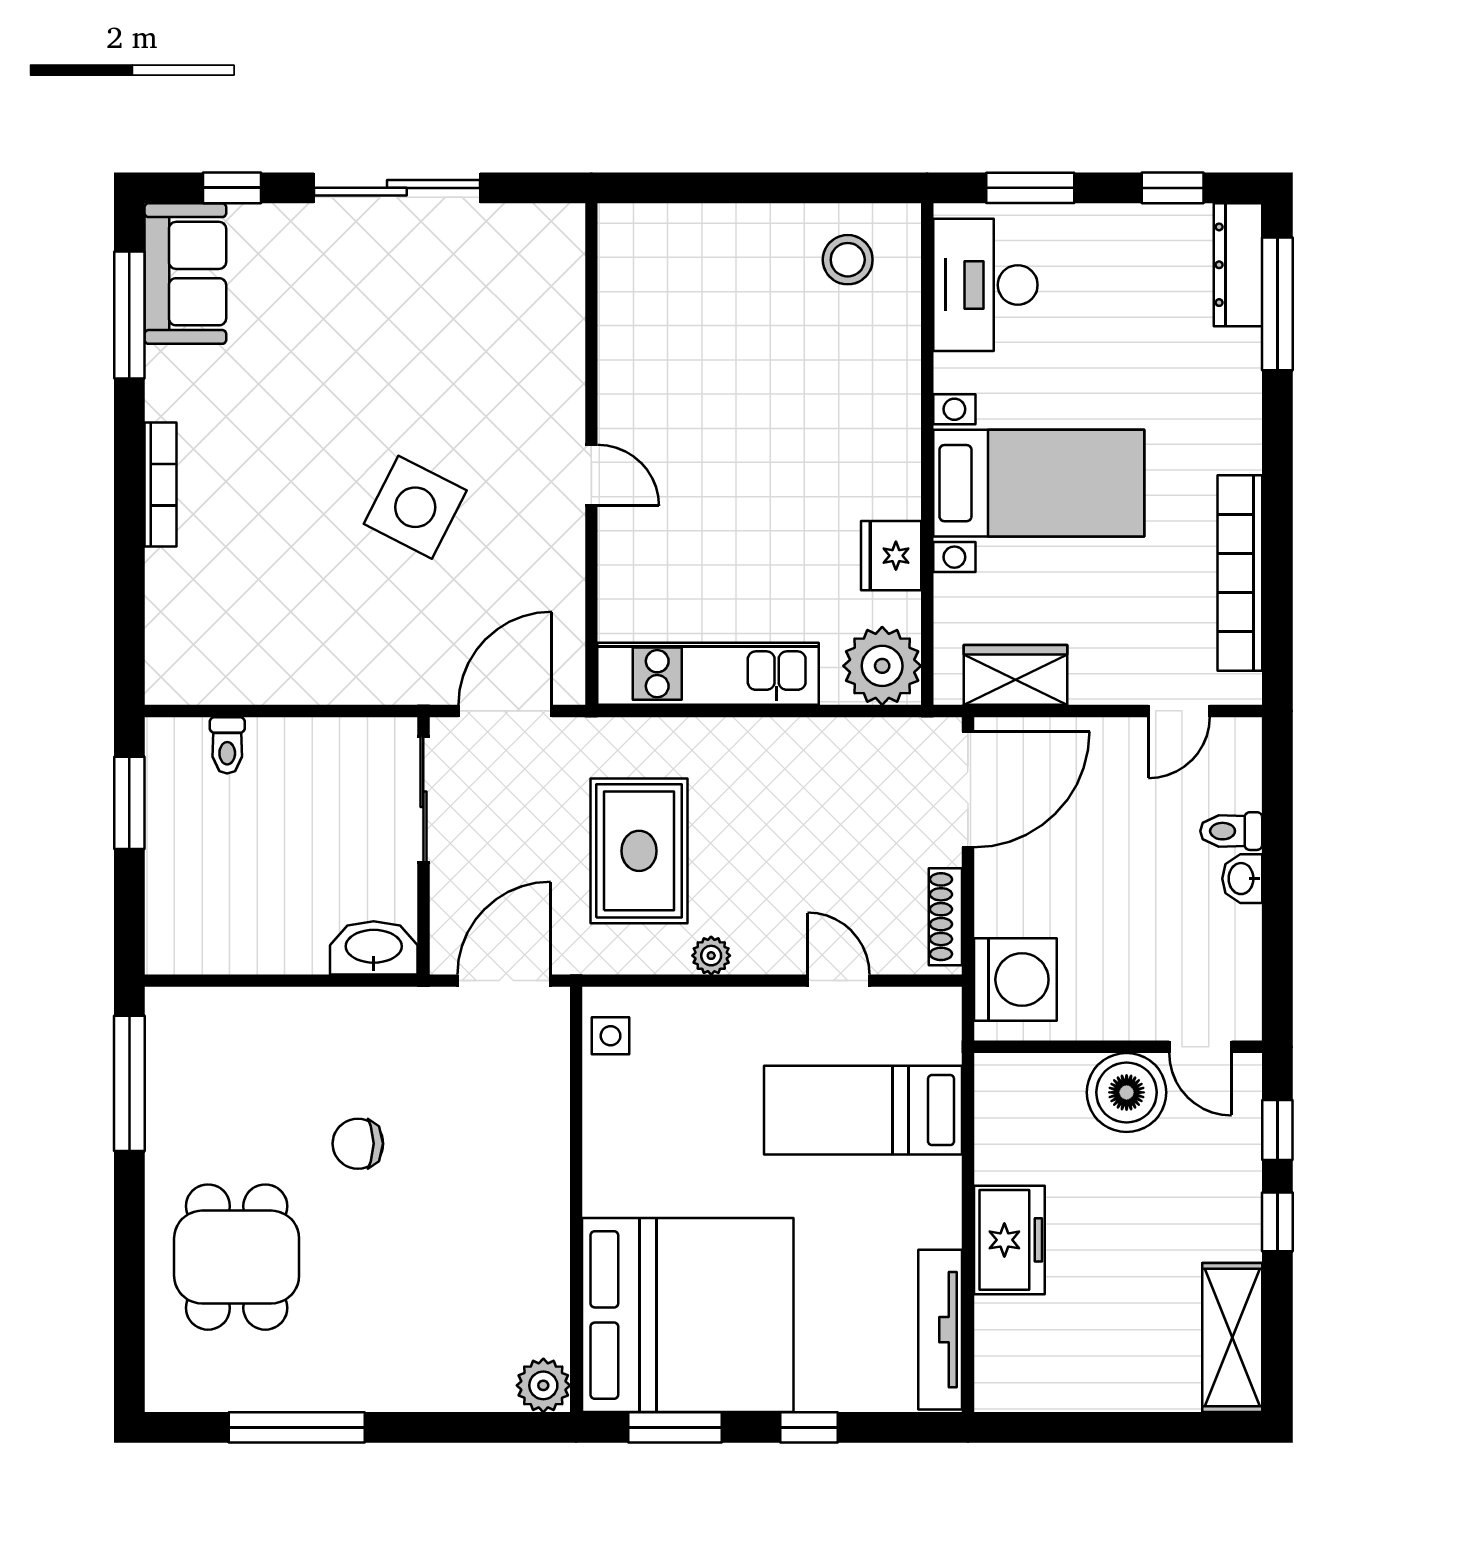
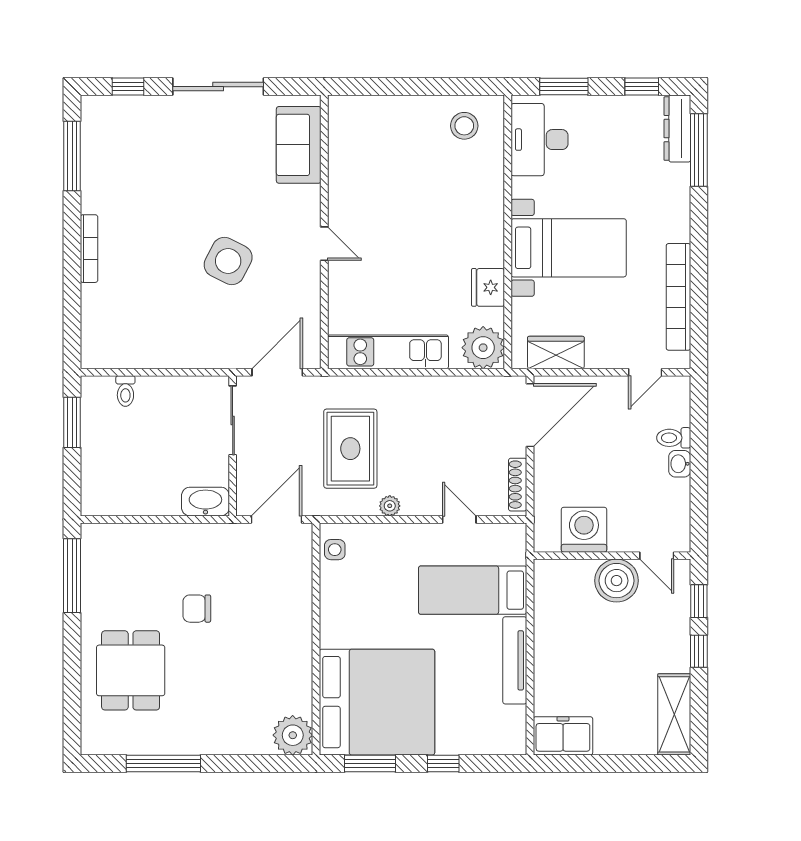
sofa: (185, 274) -> (299, 145), moved, turned 180
washing machine: (1015, 980) -> (584, 530), moved, turned -90
freezer: (1009, 1240) -> (563, 736), moved, turned -90
tv unit: (940, 1330) -> (515, 660), moved
plant: (543, 1385) -> (293, 735), width x1.36, depth x1.36

